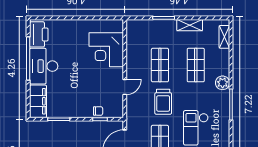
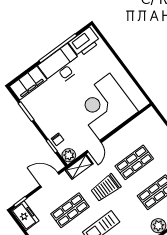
corner desk: (106, 50) -> (105, 107), width x1.36, depth x1.36
door: (125, 87) -> (94, 147), hinge flipped
shelving: (132, 110) -> (79, 167), added
plant: (117, 111) -> (69, 155), added

